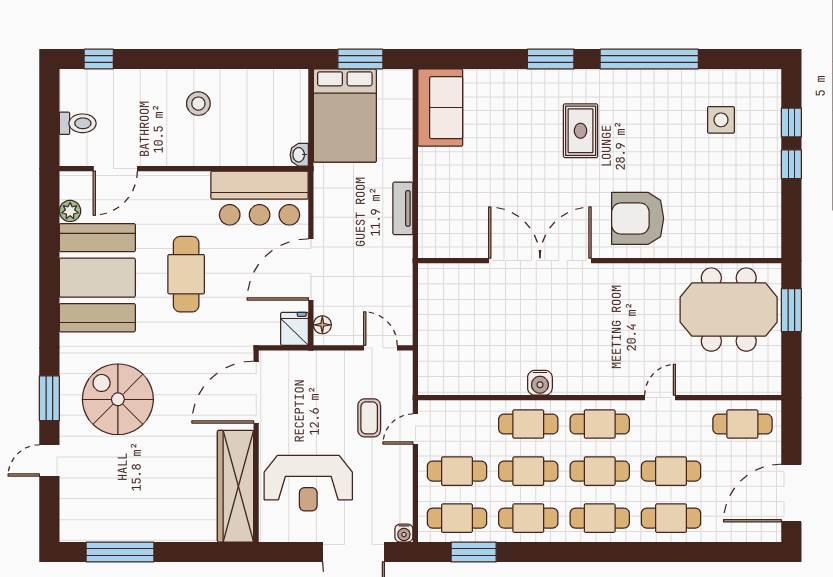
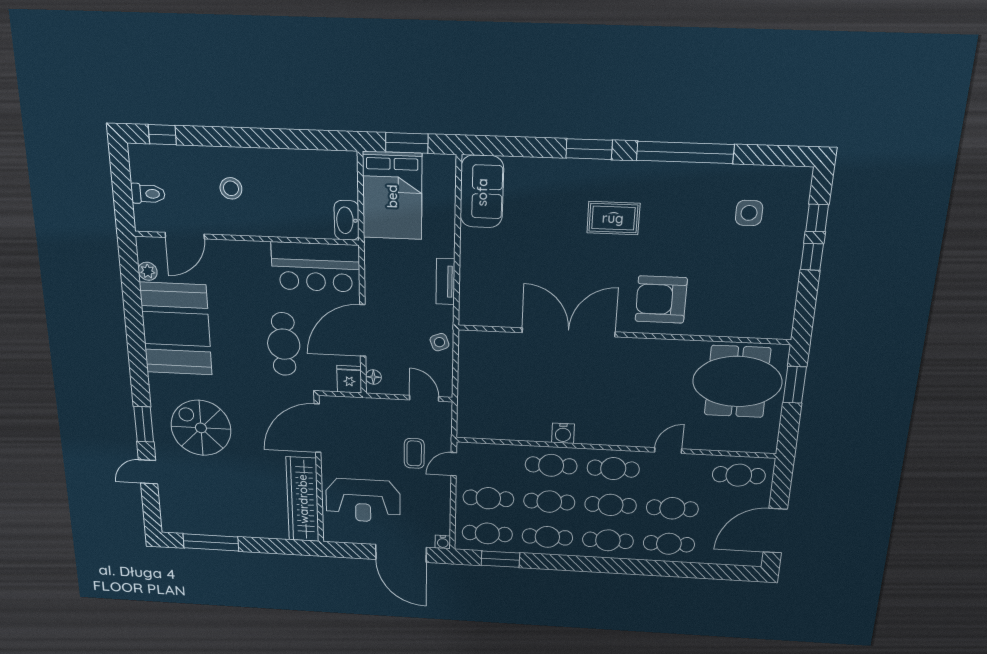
stool: (198, 104) -> (231, 188), moved
rug: (581, 131) -> (613, 218), turned 90
washbasin: (299, 155) -> (347, 220), width x1.91, depth x1.45
cafe table: (186, 274) -> (284, 344), moved
side table: (397, 279) -> (439, 342), added

